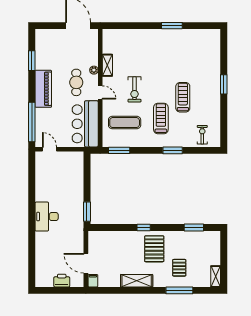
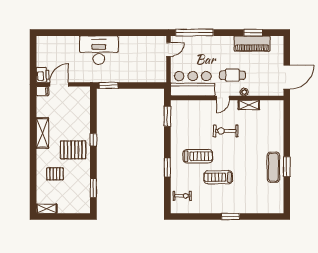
piano: (43, 89) -> (252, 44), moved
treadmill: (183, 97) -> (218, 177), turned 180
exercise mat: (125, 123) -> (273, 167), moved
desk: (47, 217) -> (99, 50), width x1.36, depth x1.30
printer: (62, 281) -> (43, 75), moved
window: (179, 290) -> (33, 174), removed

